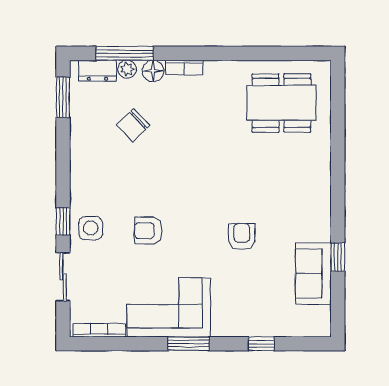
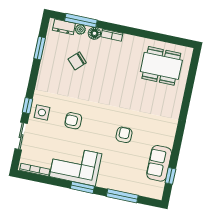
window: (63, 97) -> (40, 48), moved
window: (338, 257) -> (170, 176), moved
window: (261, 344) -> (122, 196), width x2.17

